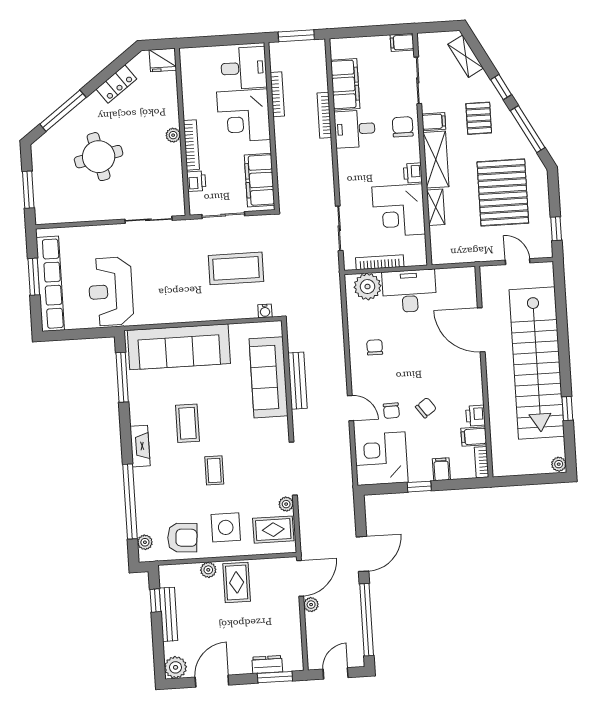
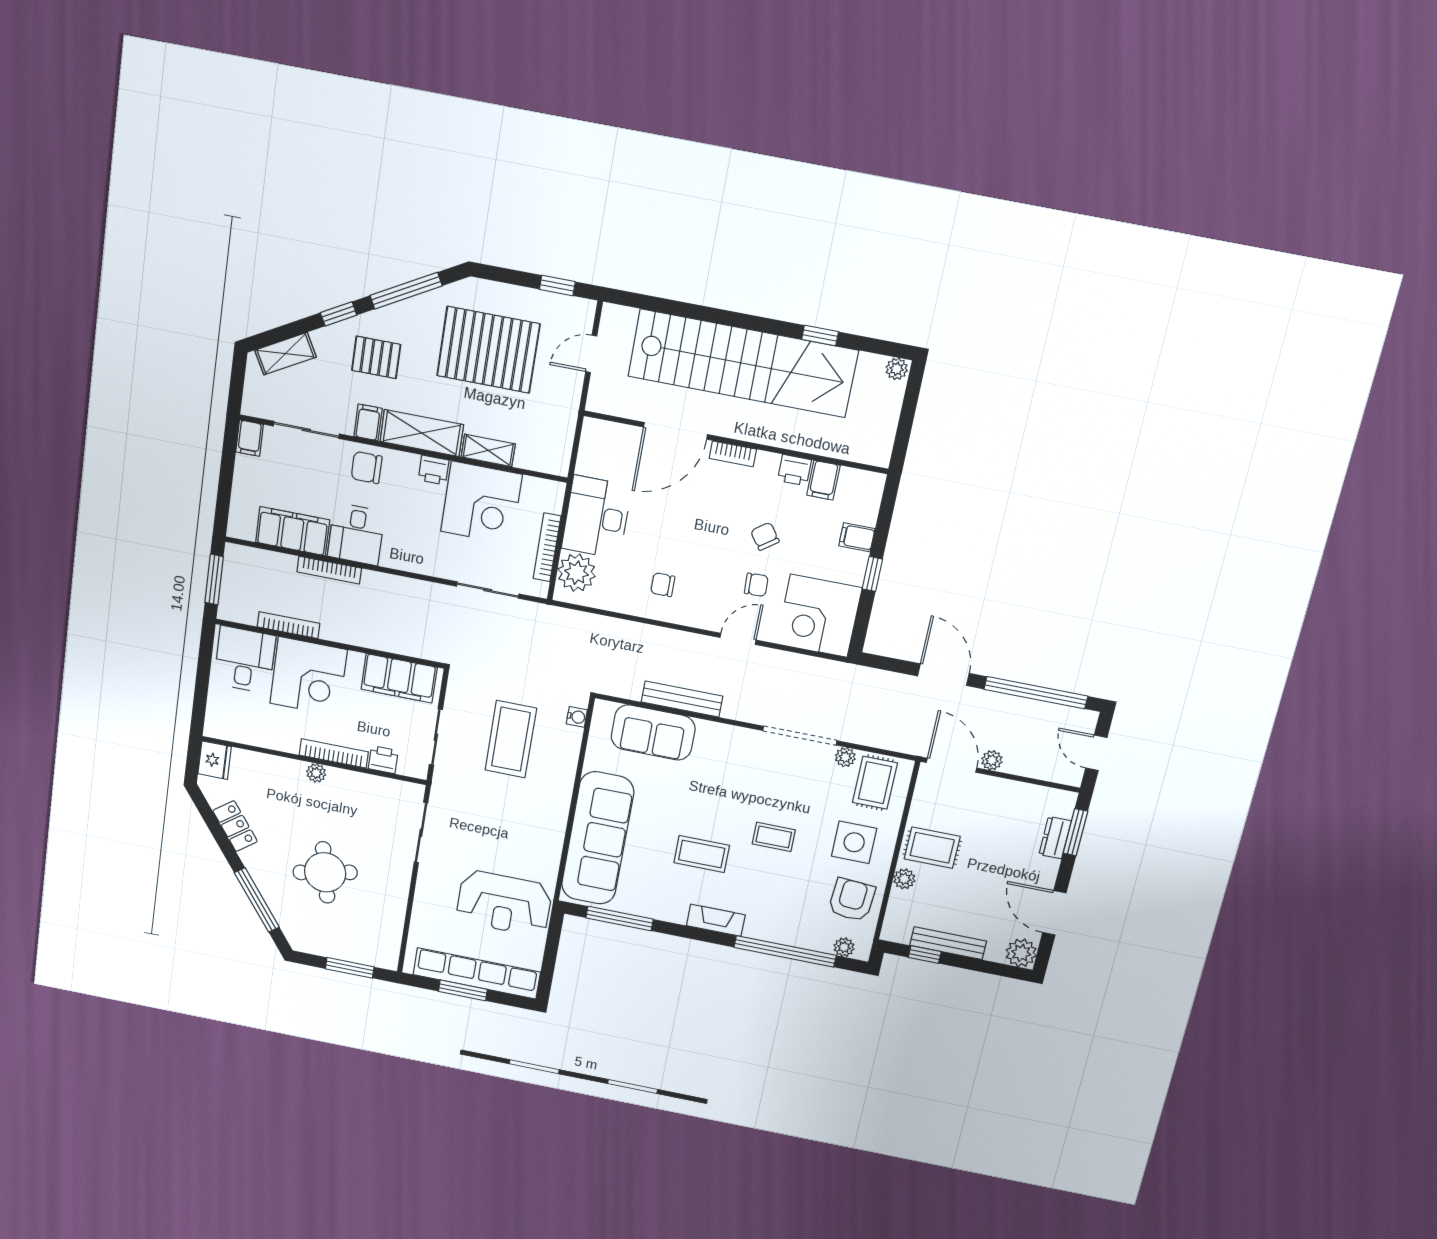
sofa: (269, 377) -> (653, 733), width x0.73
bookcase: (481, 462) -> (733, 454), moved

